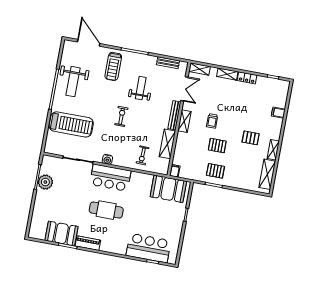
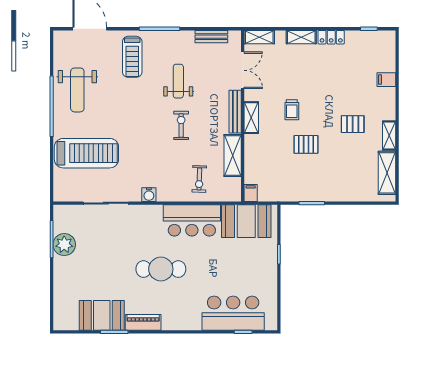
exercise bike: (121, 116) -> (181, 125), moved
pallet: (215, 171) -> (310, 182), removed
bar counter: (110, 178) -> (192, 220), moved

